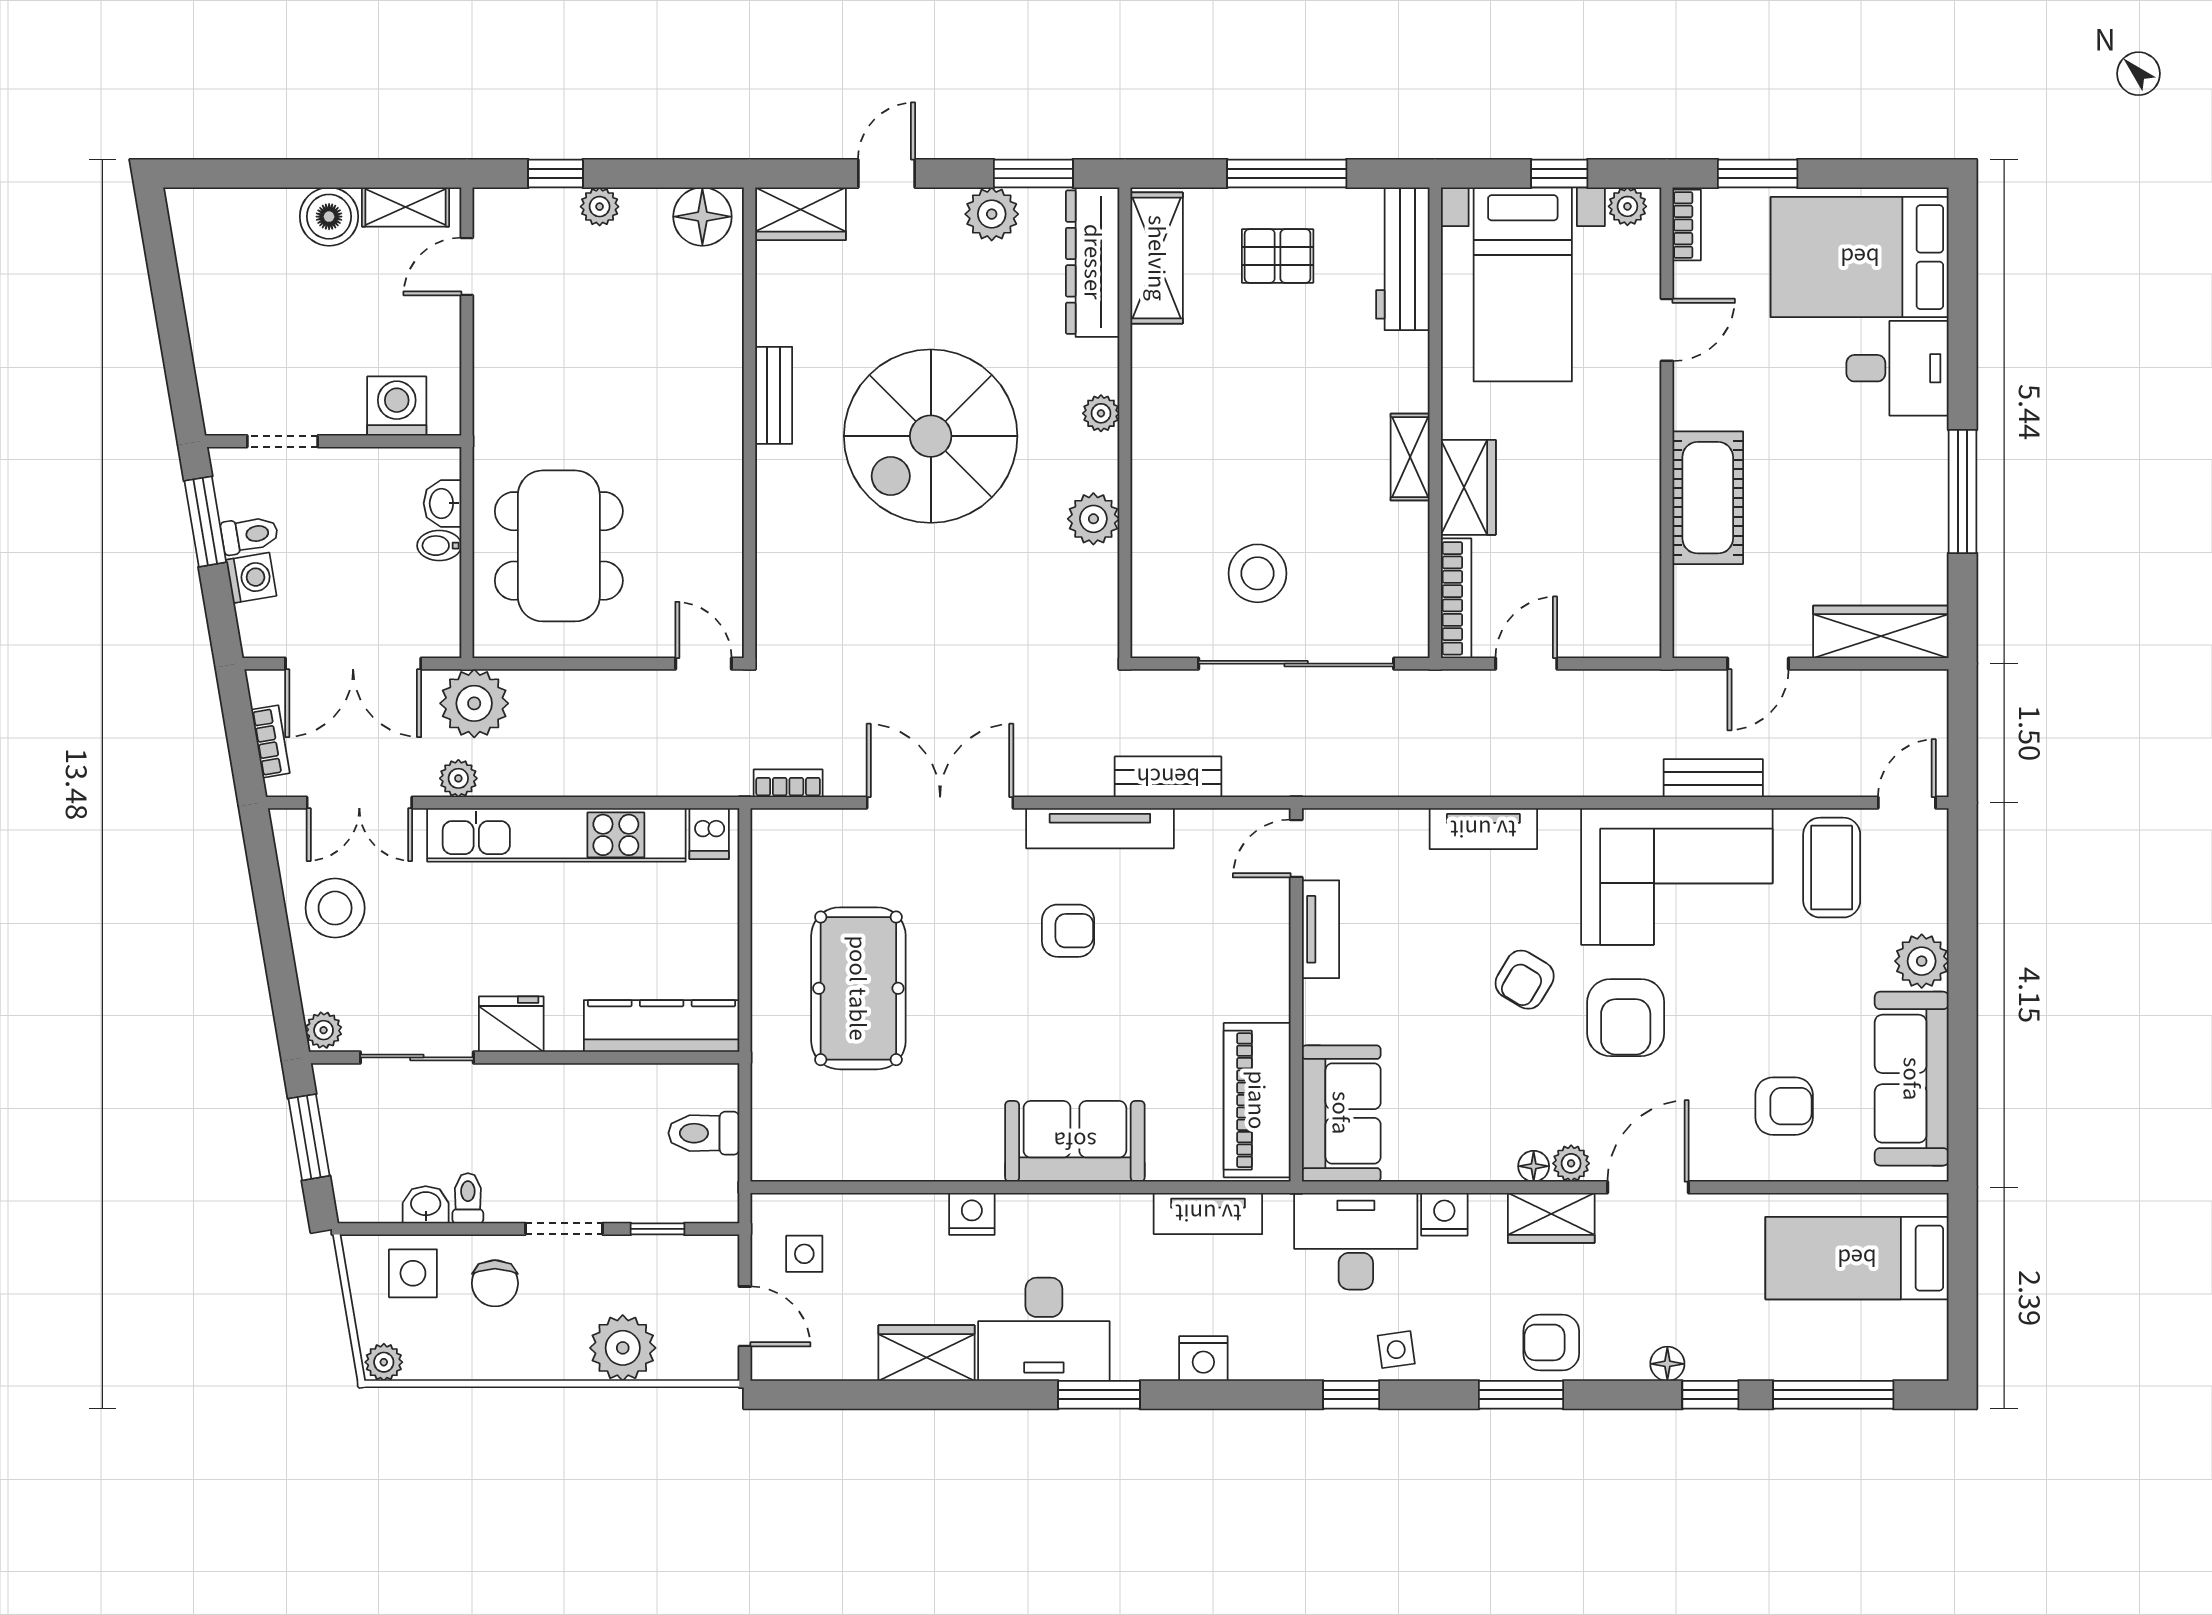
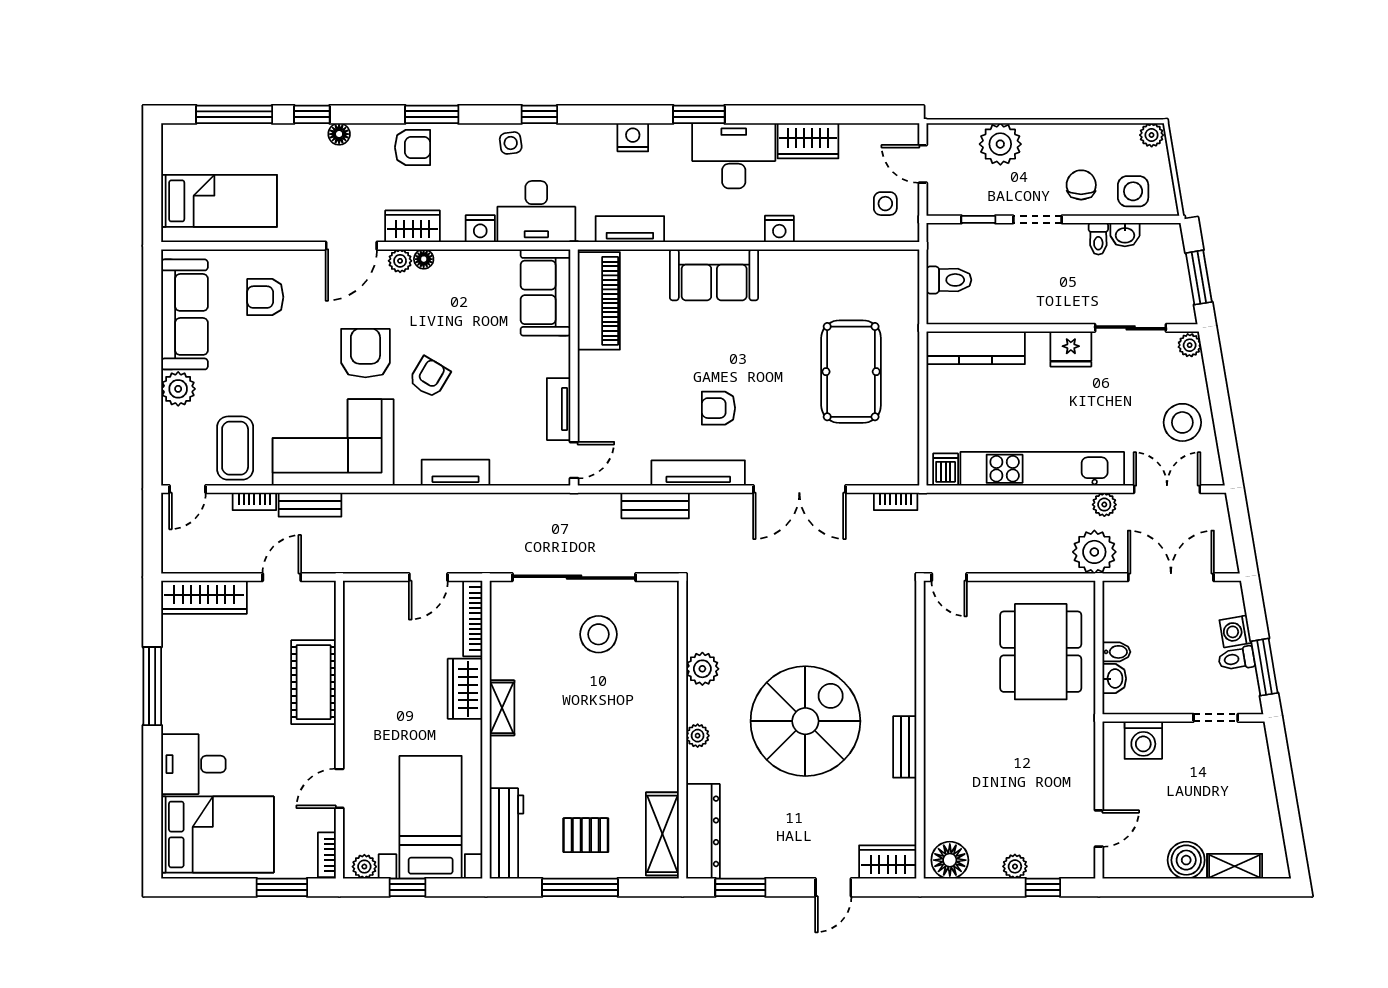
shelving: (406, 207) -> (1235, 866), moved
plant: (992, 214) -> (767, 862), removed
bookcase: (270, 741) -> (254, 501), moved, turned -80

